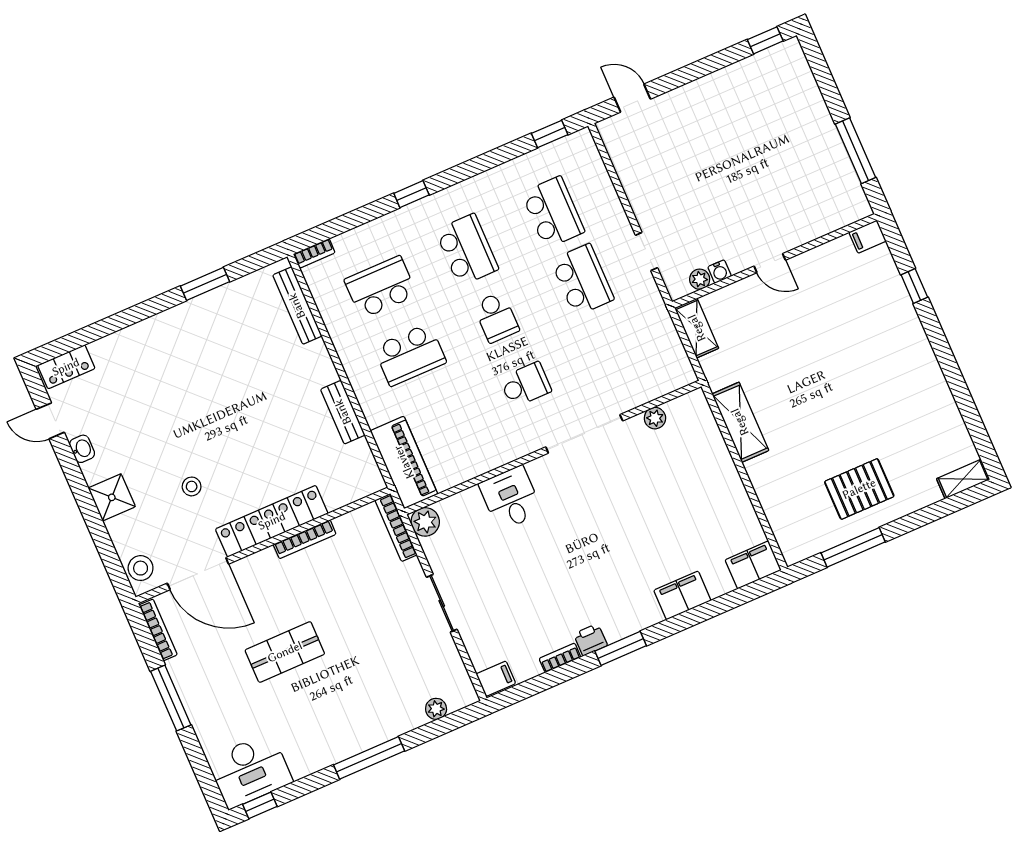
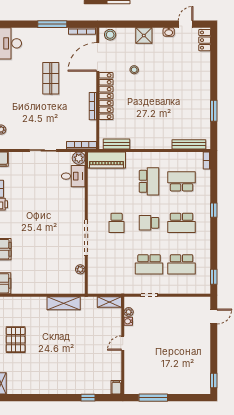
school desk: (381, 287) -> (182, 181), turned -90
school desk: (410, 355) -> (149, 181), turned 180
bench: (343, 412) -> (116, 144), moved
desk: (511, 498) -> (73, 176), moved

